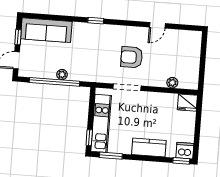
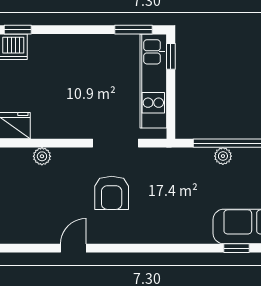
window: (96, 21) -> (236, 248), moved
armchair: (132, 57) -> (112, 193), turned 90
kitchen counter: (149, 147) -> (72, 48), removed

